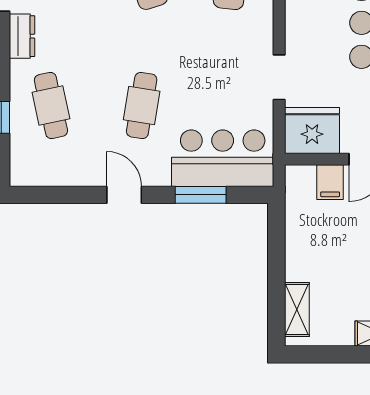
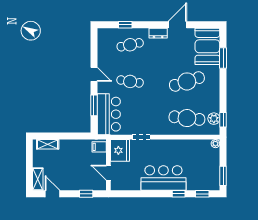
filing cabinet: (330, 182) -> (99, 147), moved
door: (124, 195) -> (94, 74), hinge flipped

